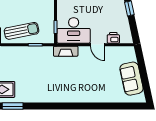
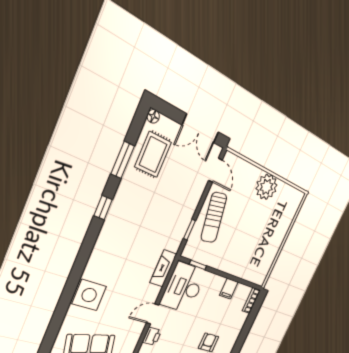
side table: (97, 93) -> (89, 295), added
window: (43, 106) -> (103, 208), added

